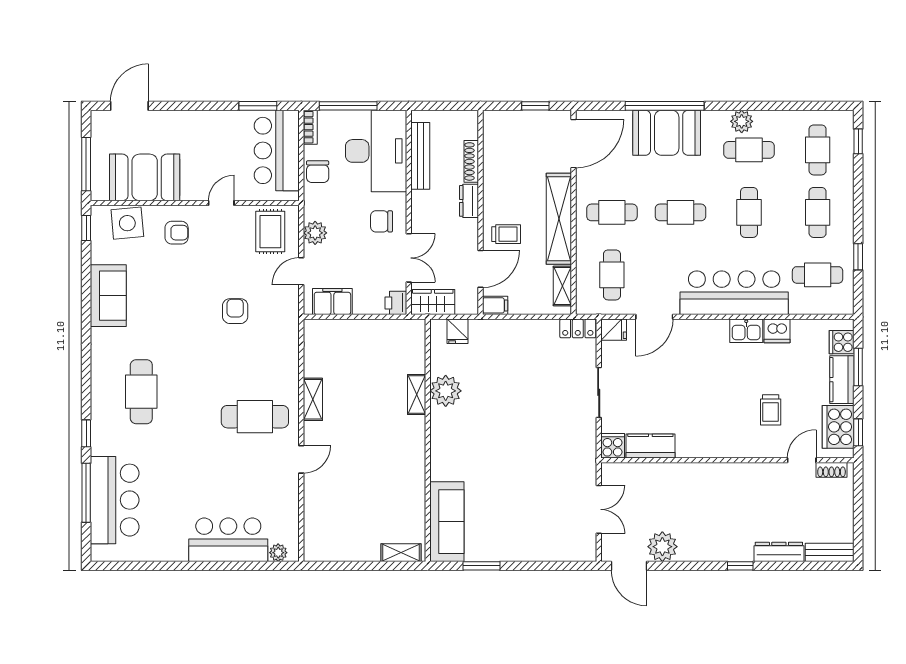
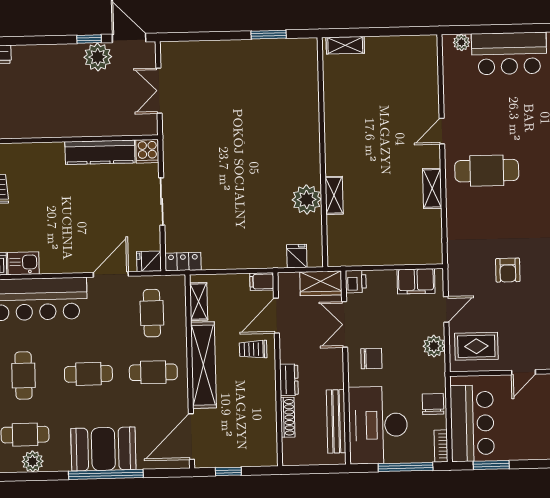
rug: (270, 232) -> (476, 346), turned 90
kitchen counter: (650, 446) -> (100, 152), width x1.50
sofa: (447, 522) -> (302, 76), removed
window: (740, 566) -> (89, 39), moved

